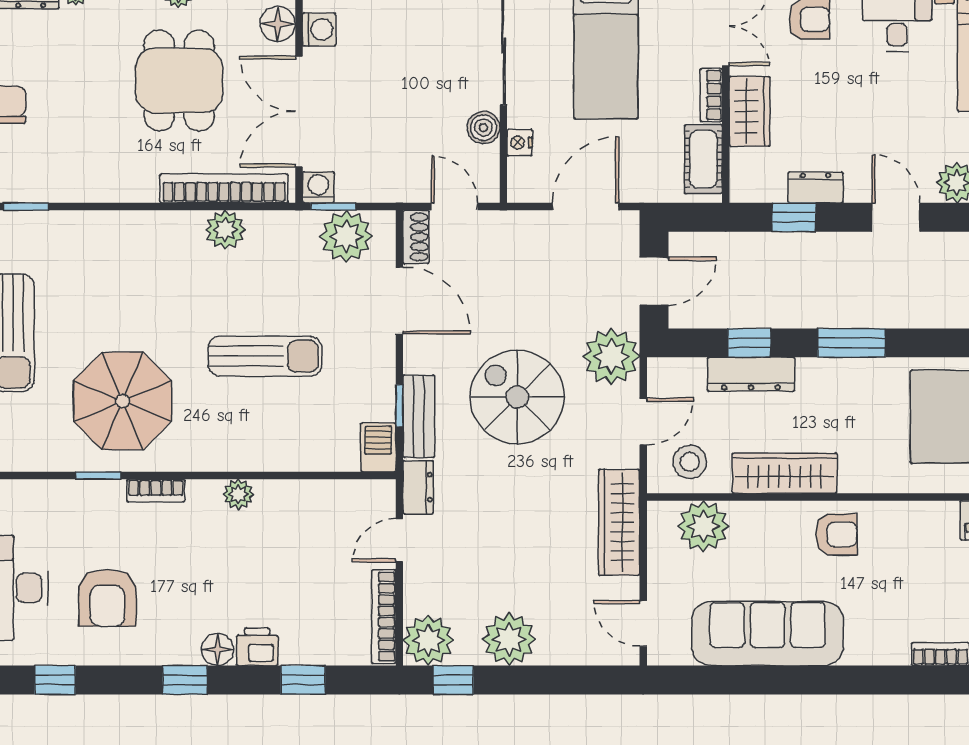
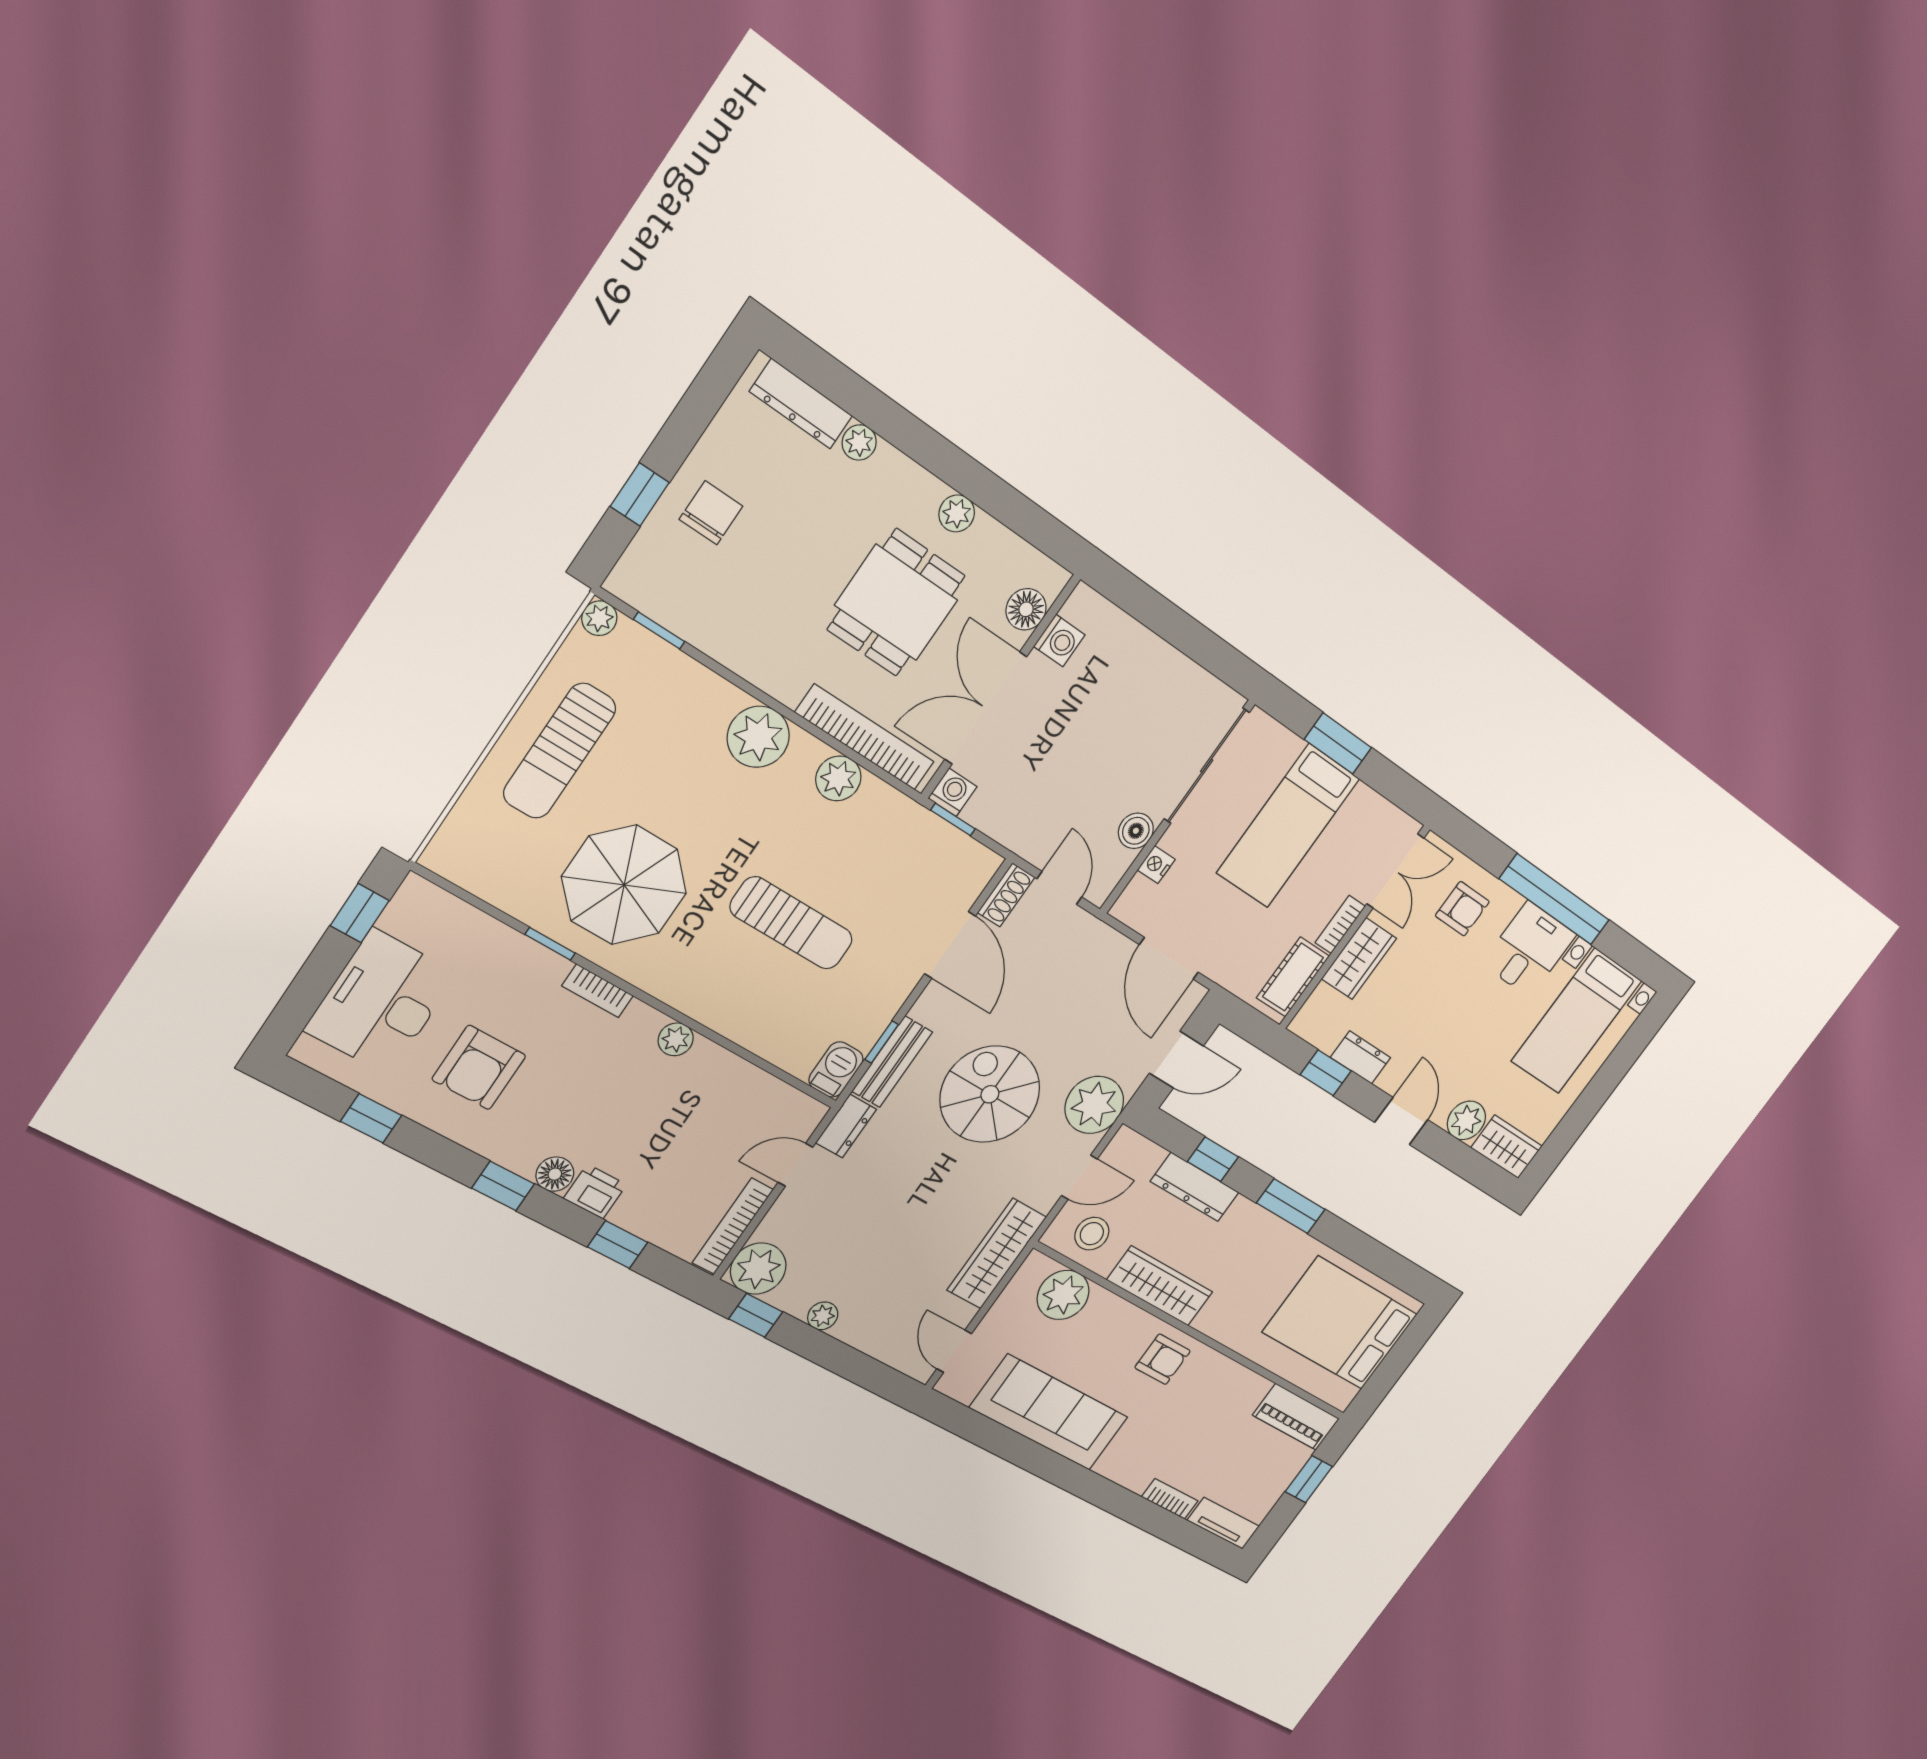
door: (586, 207) -> (1169, 958), swing flipped
plant: (346, 236) -> (758, 737), moved
plant: (509, 639) -> (823, 1316), width x0.53, depth x0.53

